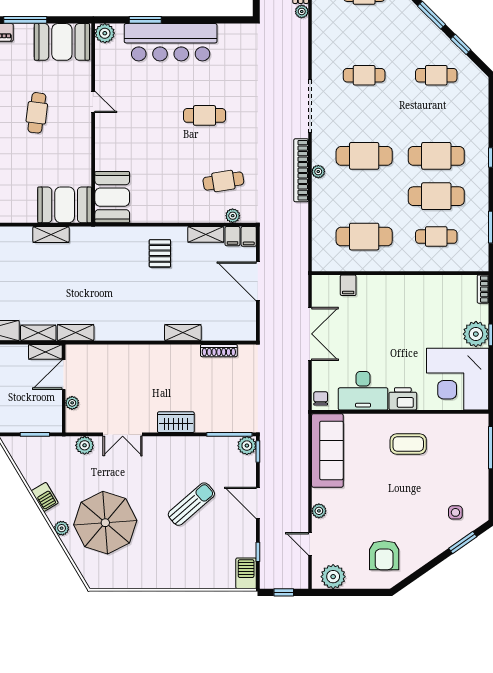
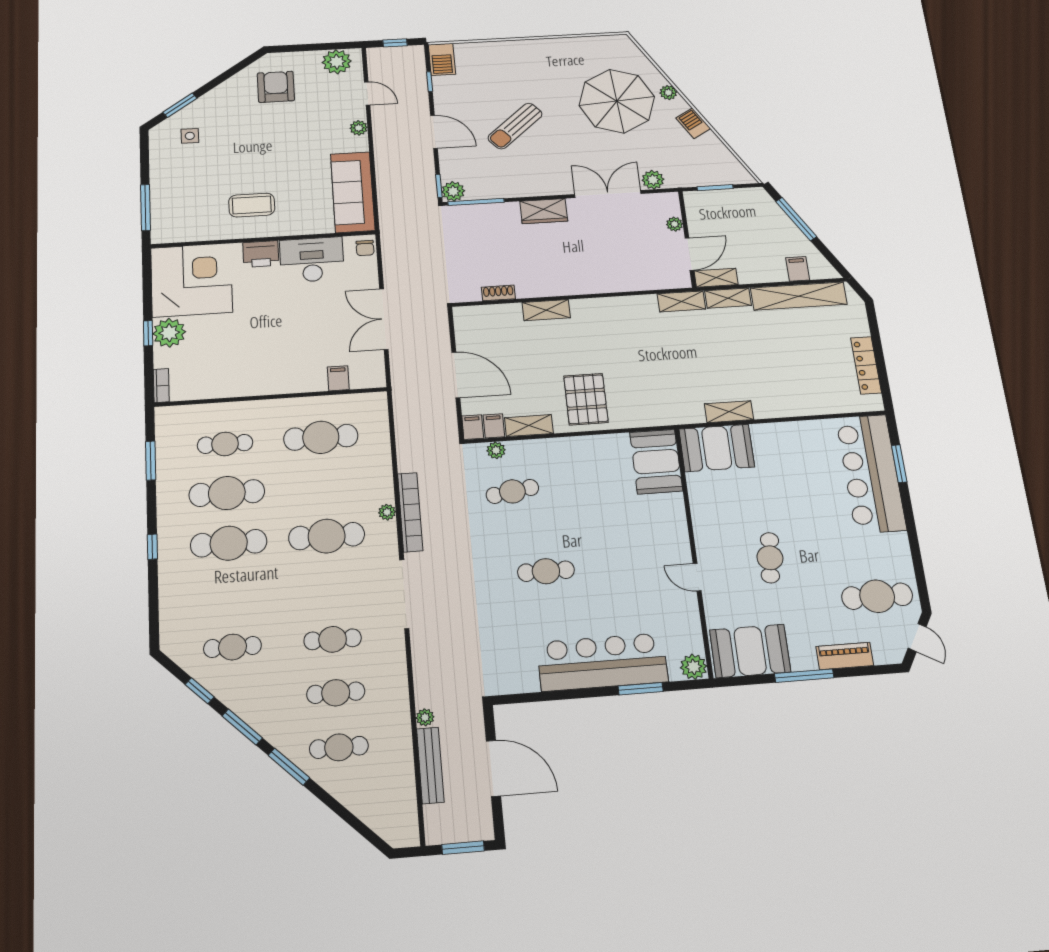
cafe table: (364, 35) -> (336, 693), added
pallet: (160, 253) -> (586, 399), width x1.50, depth x1.42
shoe rack: (219, 351) -> (498, 293), width x0.70
double door: (123, 434) -> (608, 194), width x1.37

